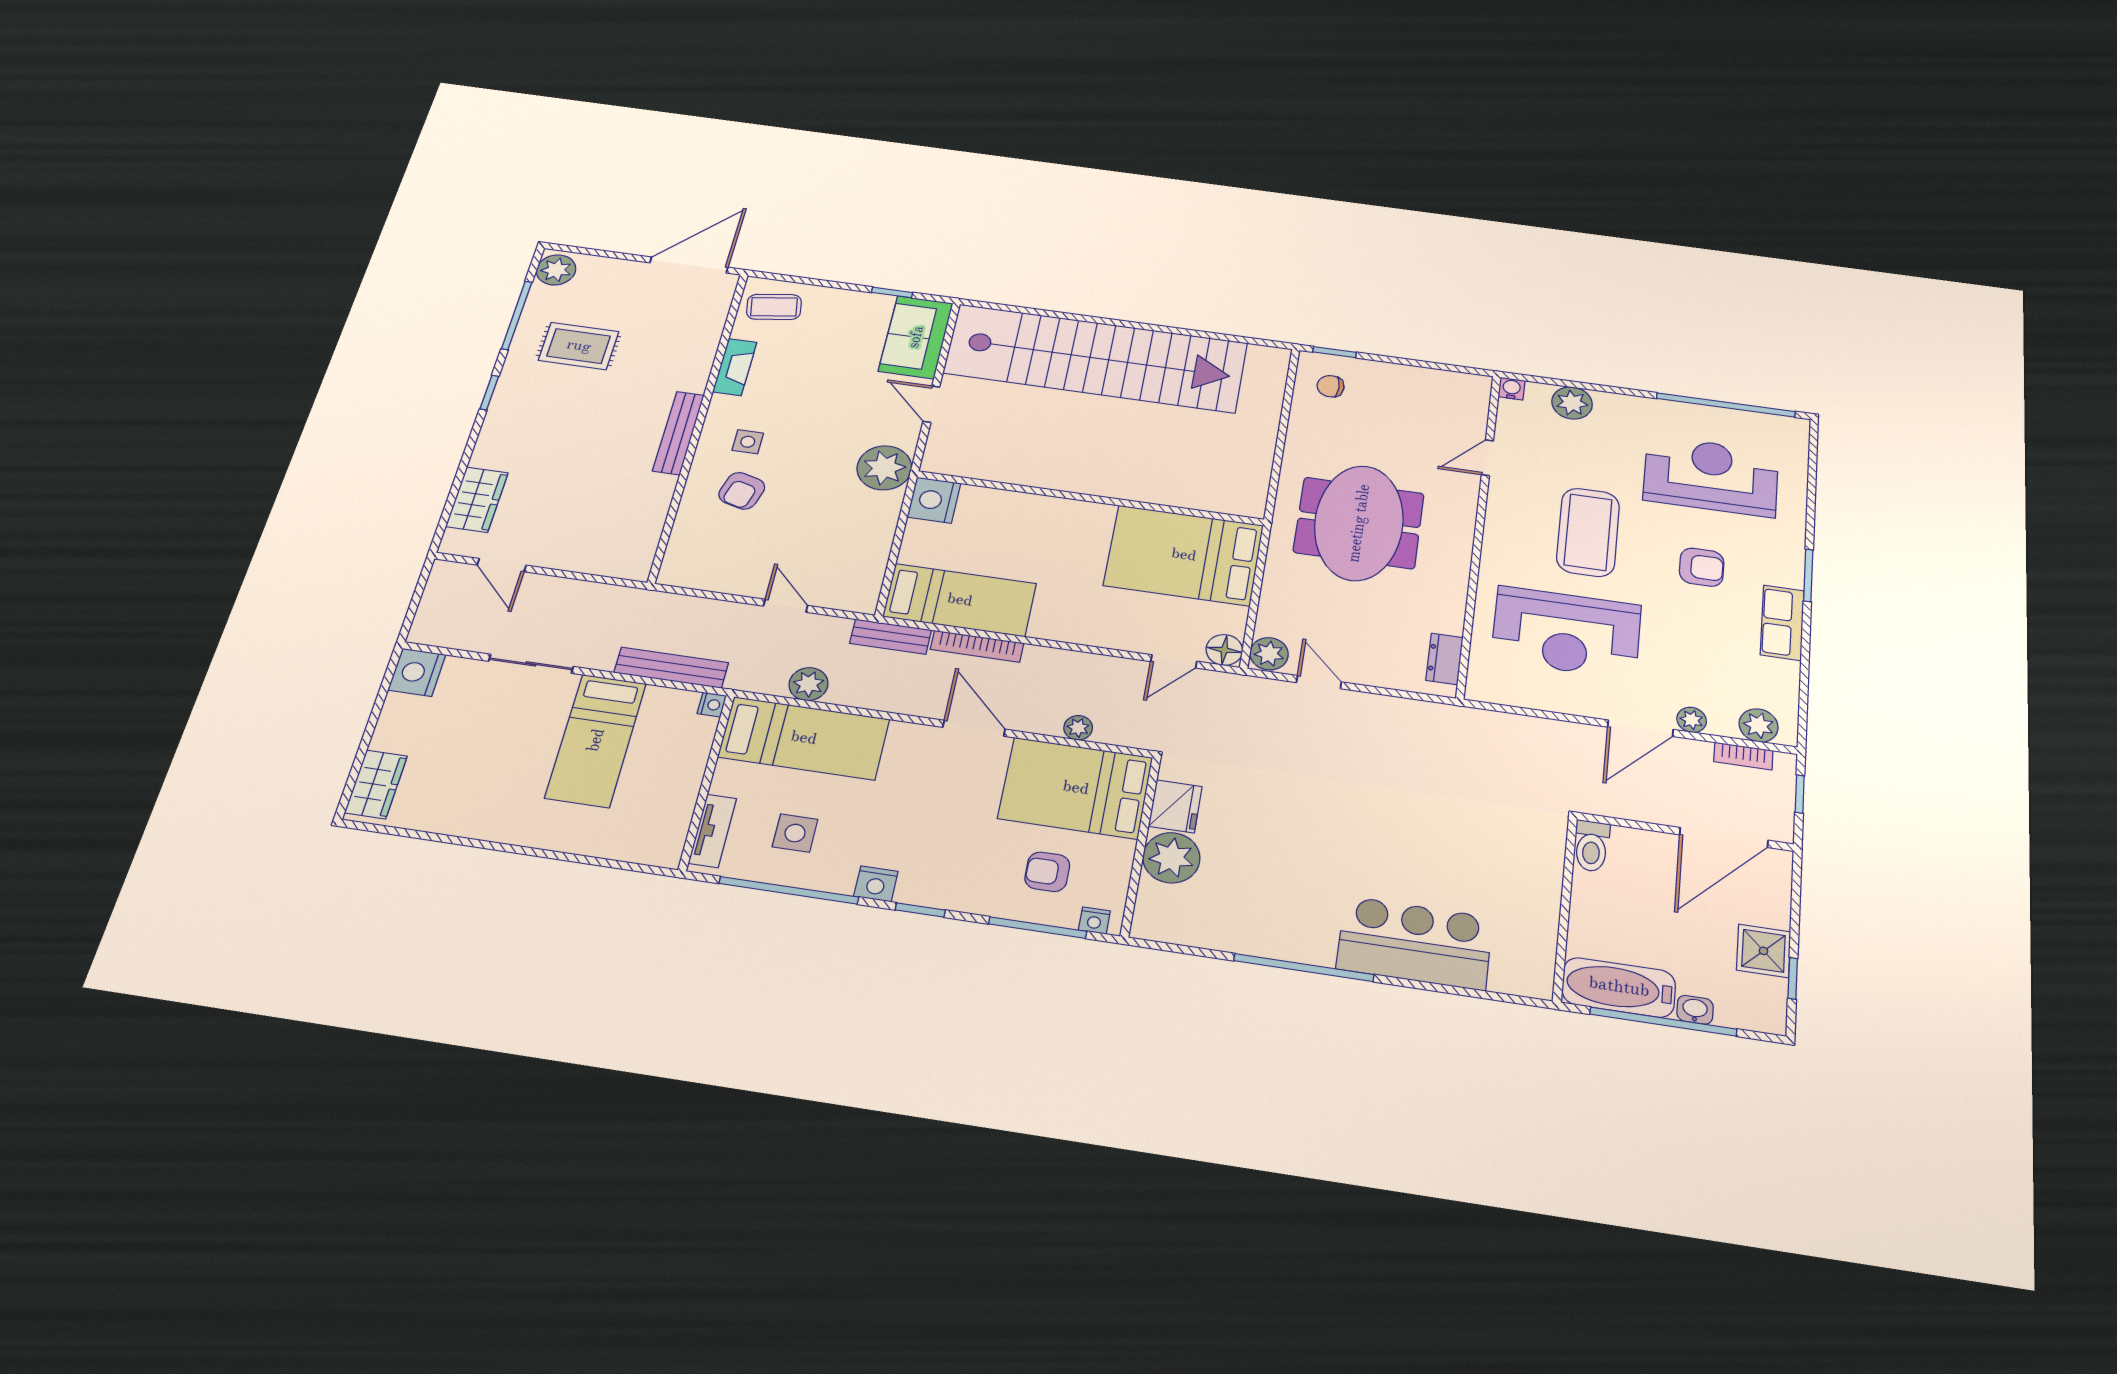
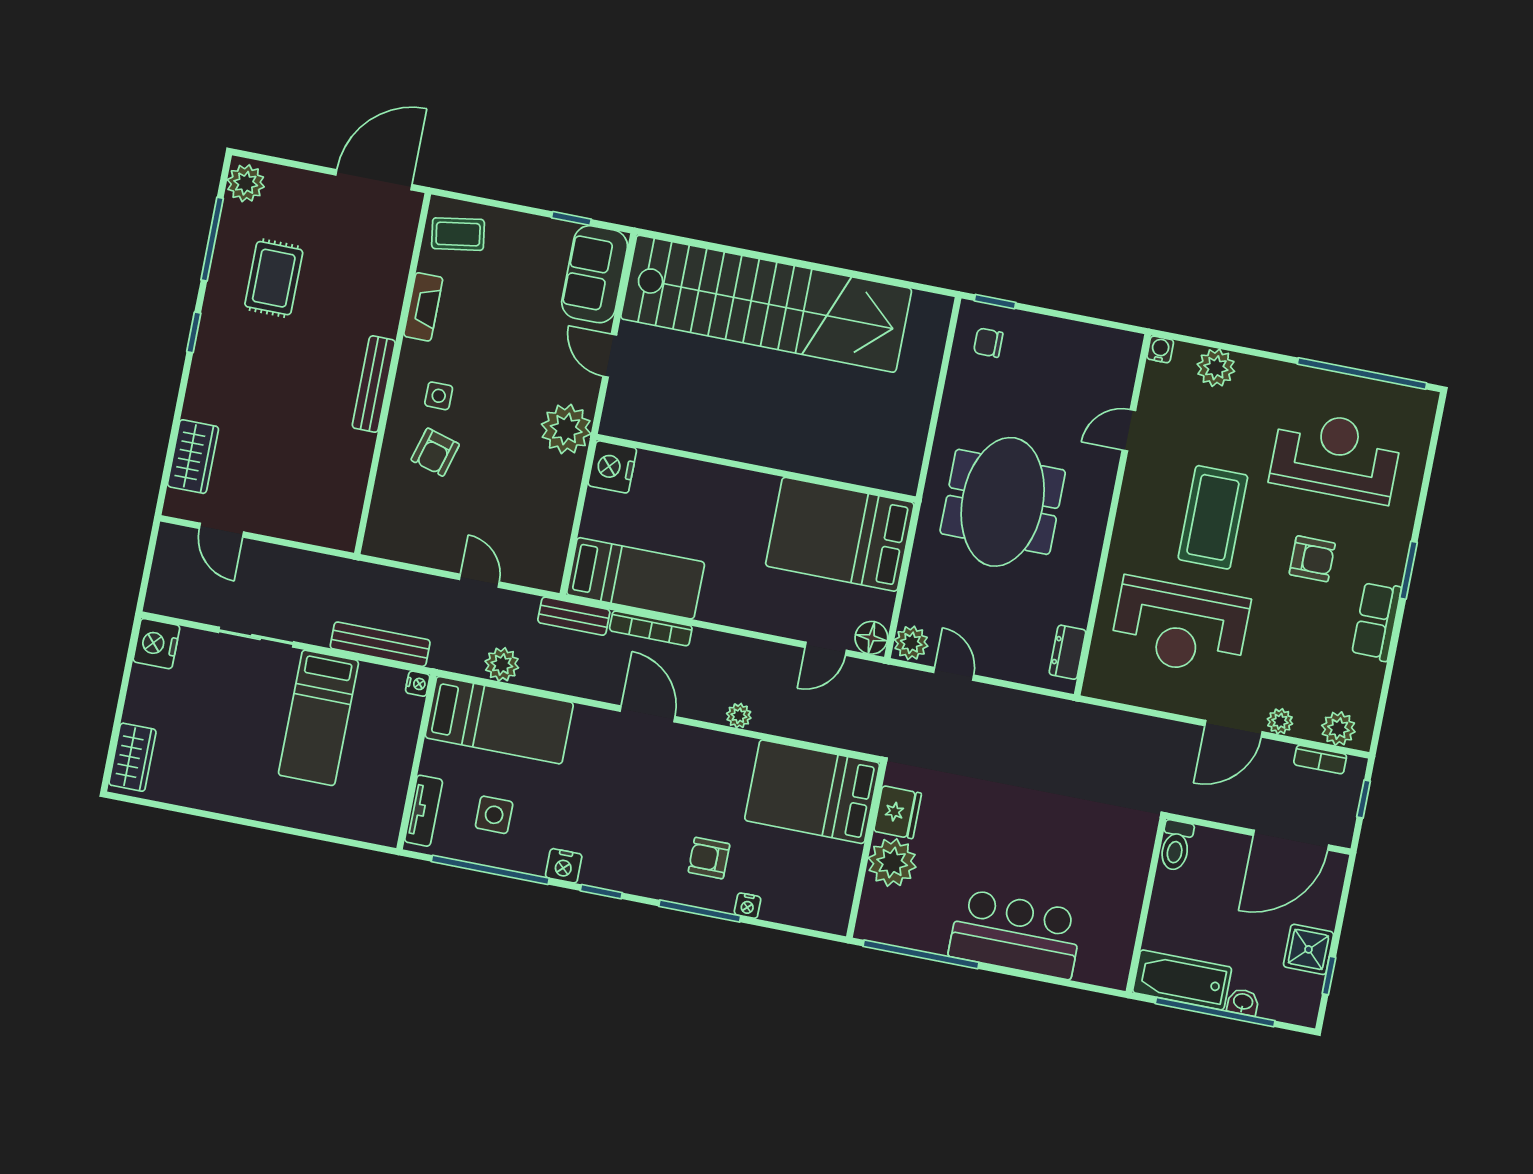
rug: (579, 346) -> (274, 278), turned 90
bed: (1076, 788) -> (812, 792), moved
fridge: (1175, 806) -> (898, 812), moved
wall: (1141, 846) -> (866, 850), moved
plant: (1171, 858) -> (892, 862), moved

